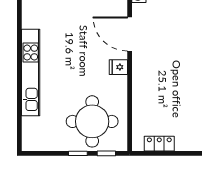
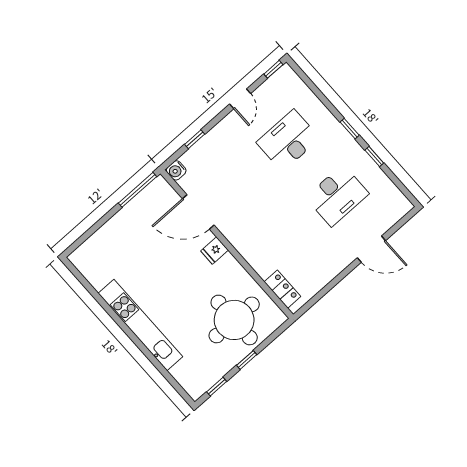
locker: (159, 144) -> (282, 289), moved, turned 90
window: (106, 153) -> (217, 387), moved

